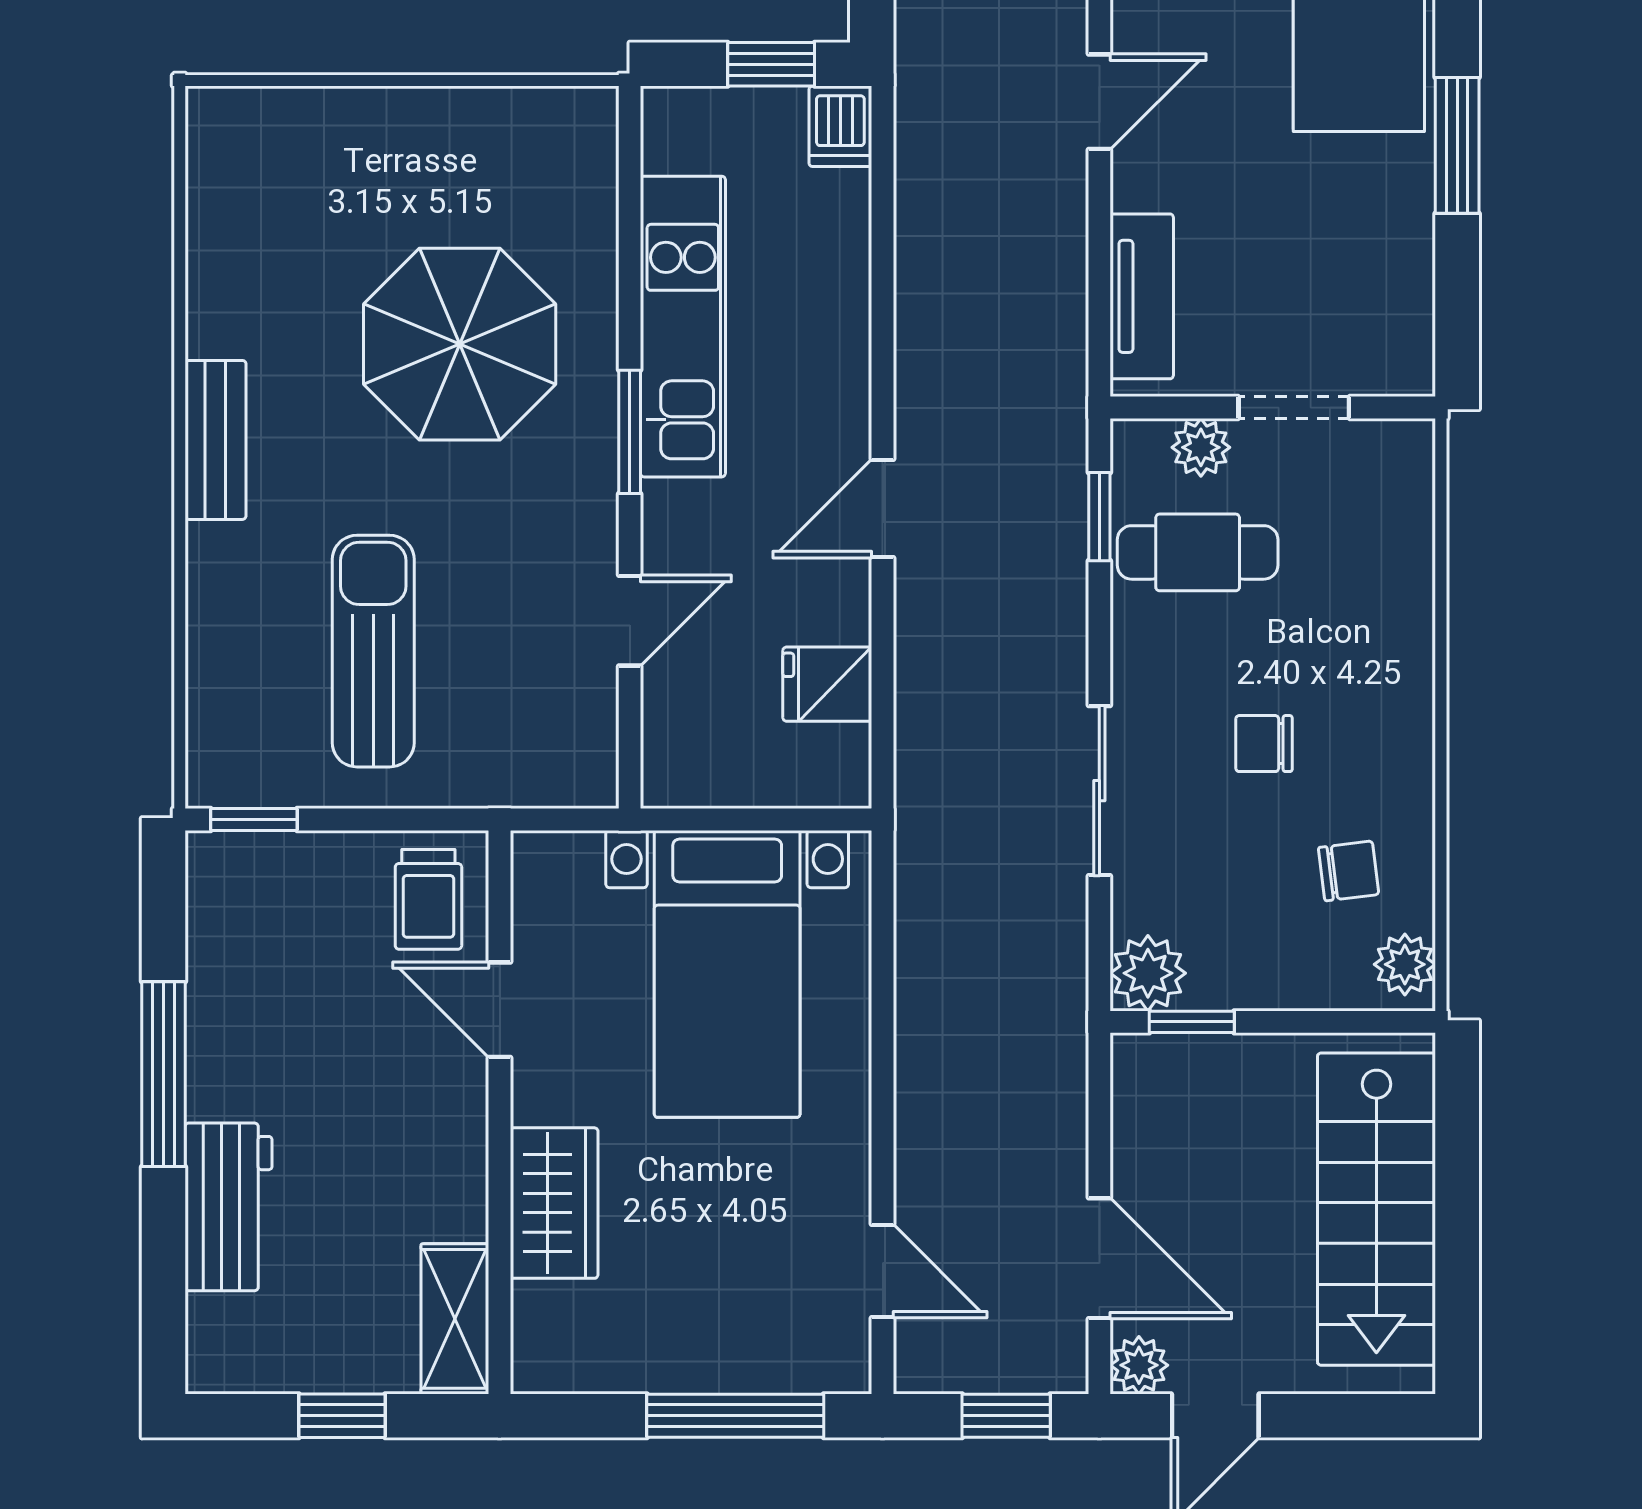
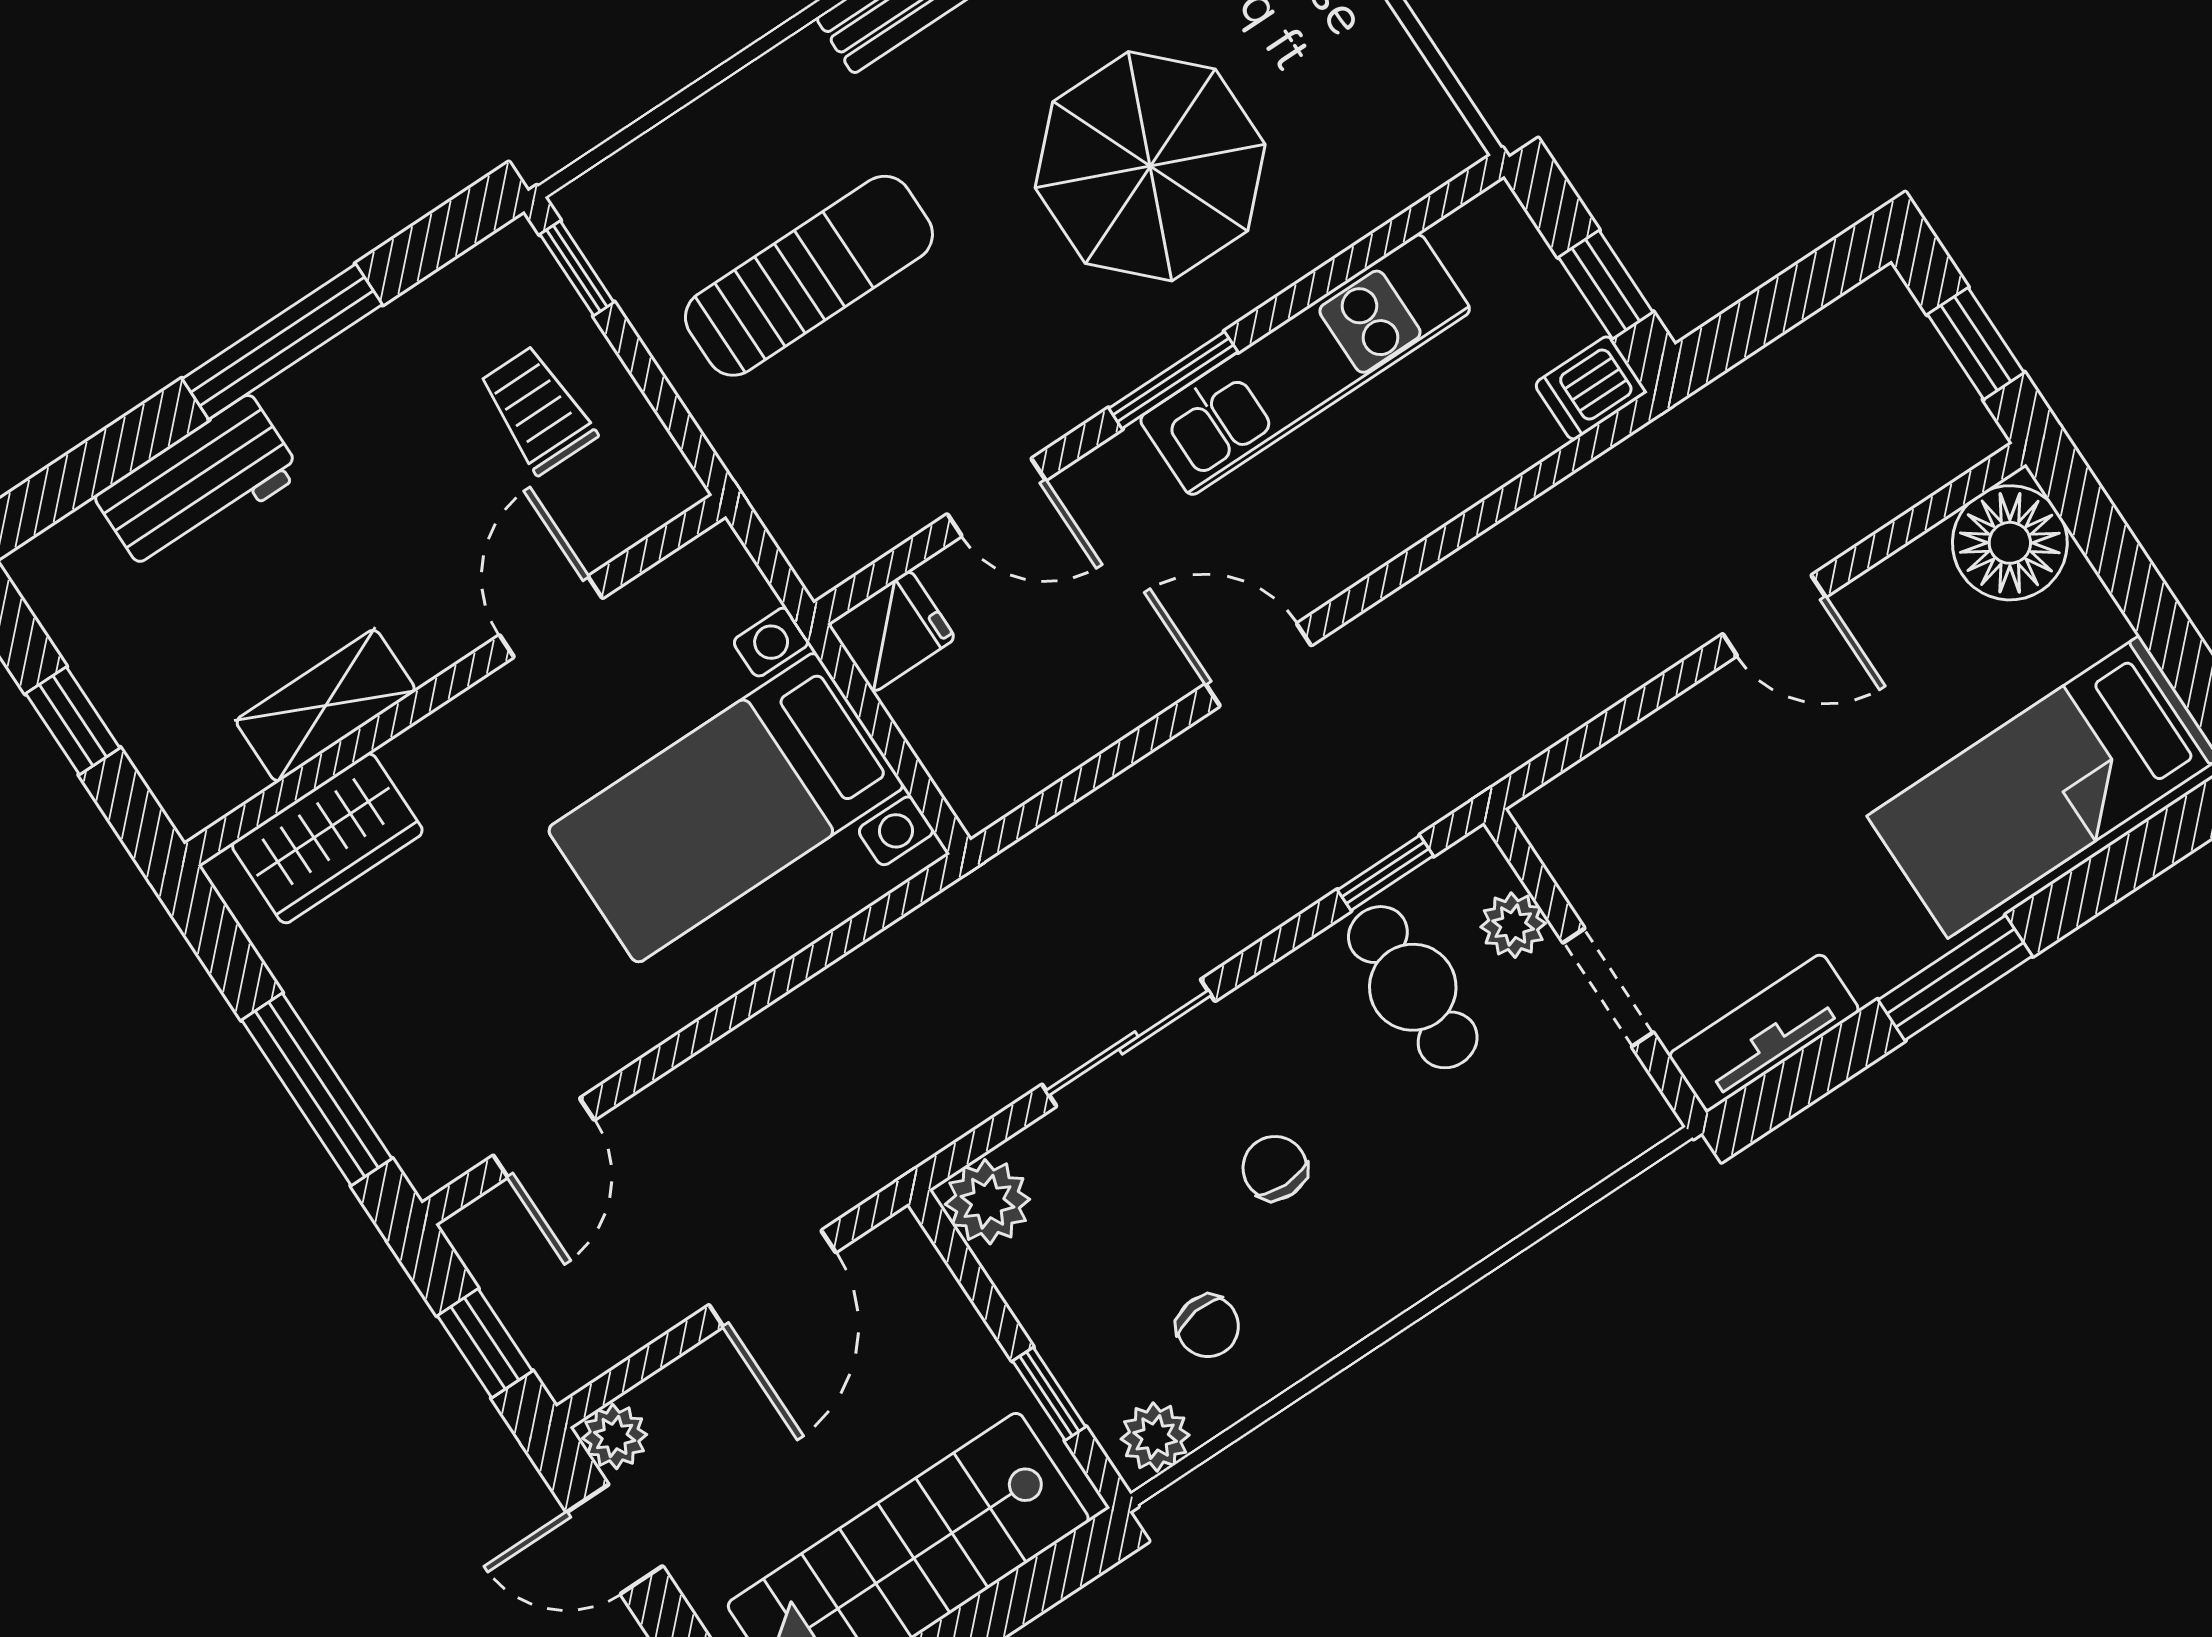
tv unit: (1142, 296) -> (1764, 1033), moved, turned 180
fridge: (827, 684) -> (892, 631), moved, turned 90
trolley: (428, 899) -> (537, 410), moved, turned 90
window: (1192, 1022) -> (1049, 1394), moved
wardrobe: (554, 1203) -> (327, 838), moved
door: (1099, 1258) -> (772, 1279), moved
shelving: (455, 1319) -> (326, 706), moved

